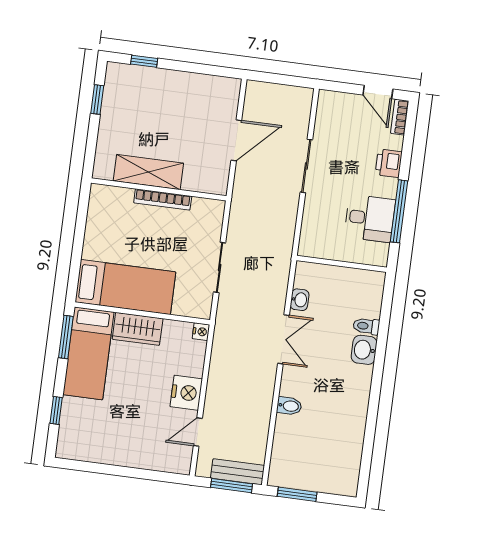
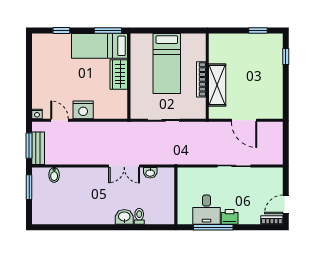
printer: (389, 163) -> (230, 217), moved
shelving: (148, 172) -> (217, 85), moved
bed: (125, 287) -> (167, 63), moved
nightstand: (201, 332) -> (37, 114), moved
bidet: (289, 406) -> (54, 175), moved

